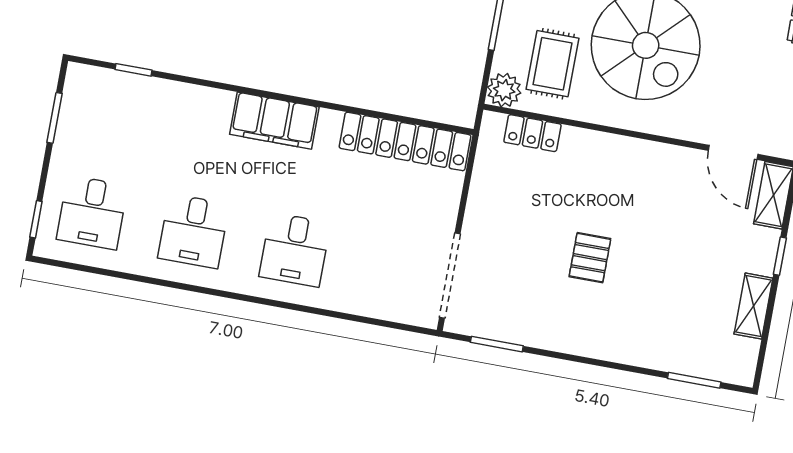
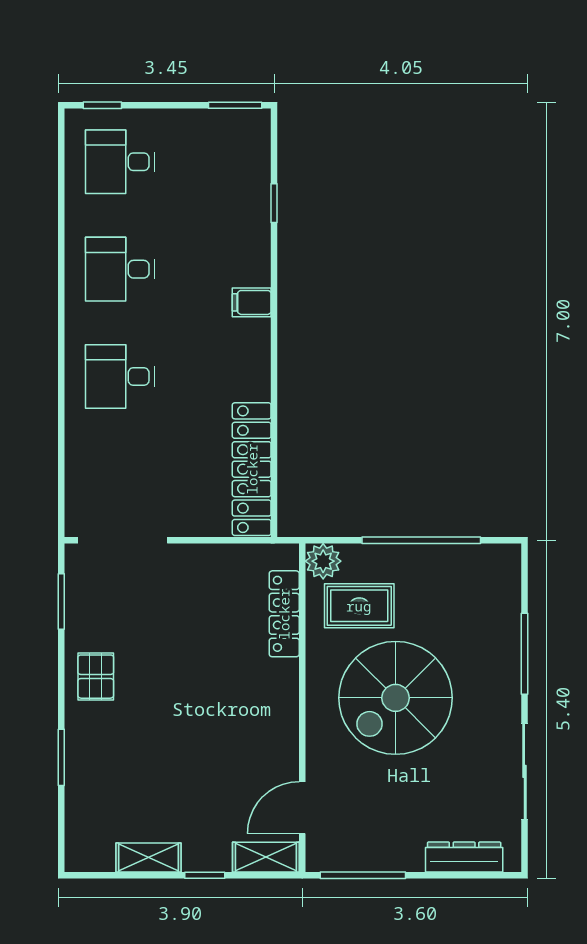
window: (134, 70) -> (274, 203), moved
window: (54, 118) -> (235, 105), moved
filing cabinet: (274, 121) -> (252, 302), width x0.33, depth x0.86
locker: (532, 133) -> (284, 614), width x1.53
pallet: (590, 258) -> (96, 677), moved, turned 90
window: (694, 380) -> (61, 757), moved

